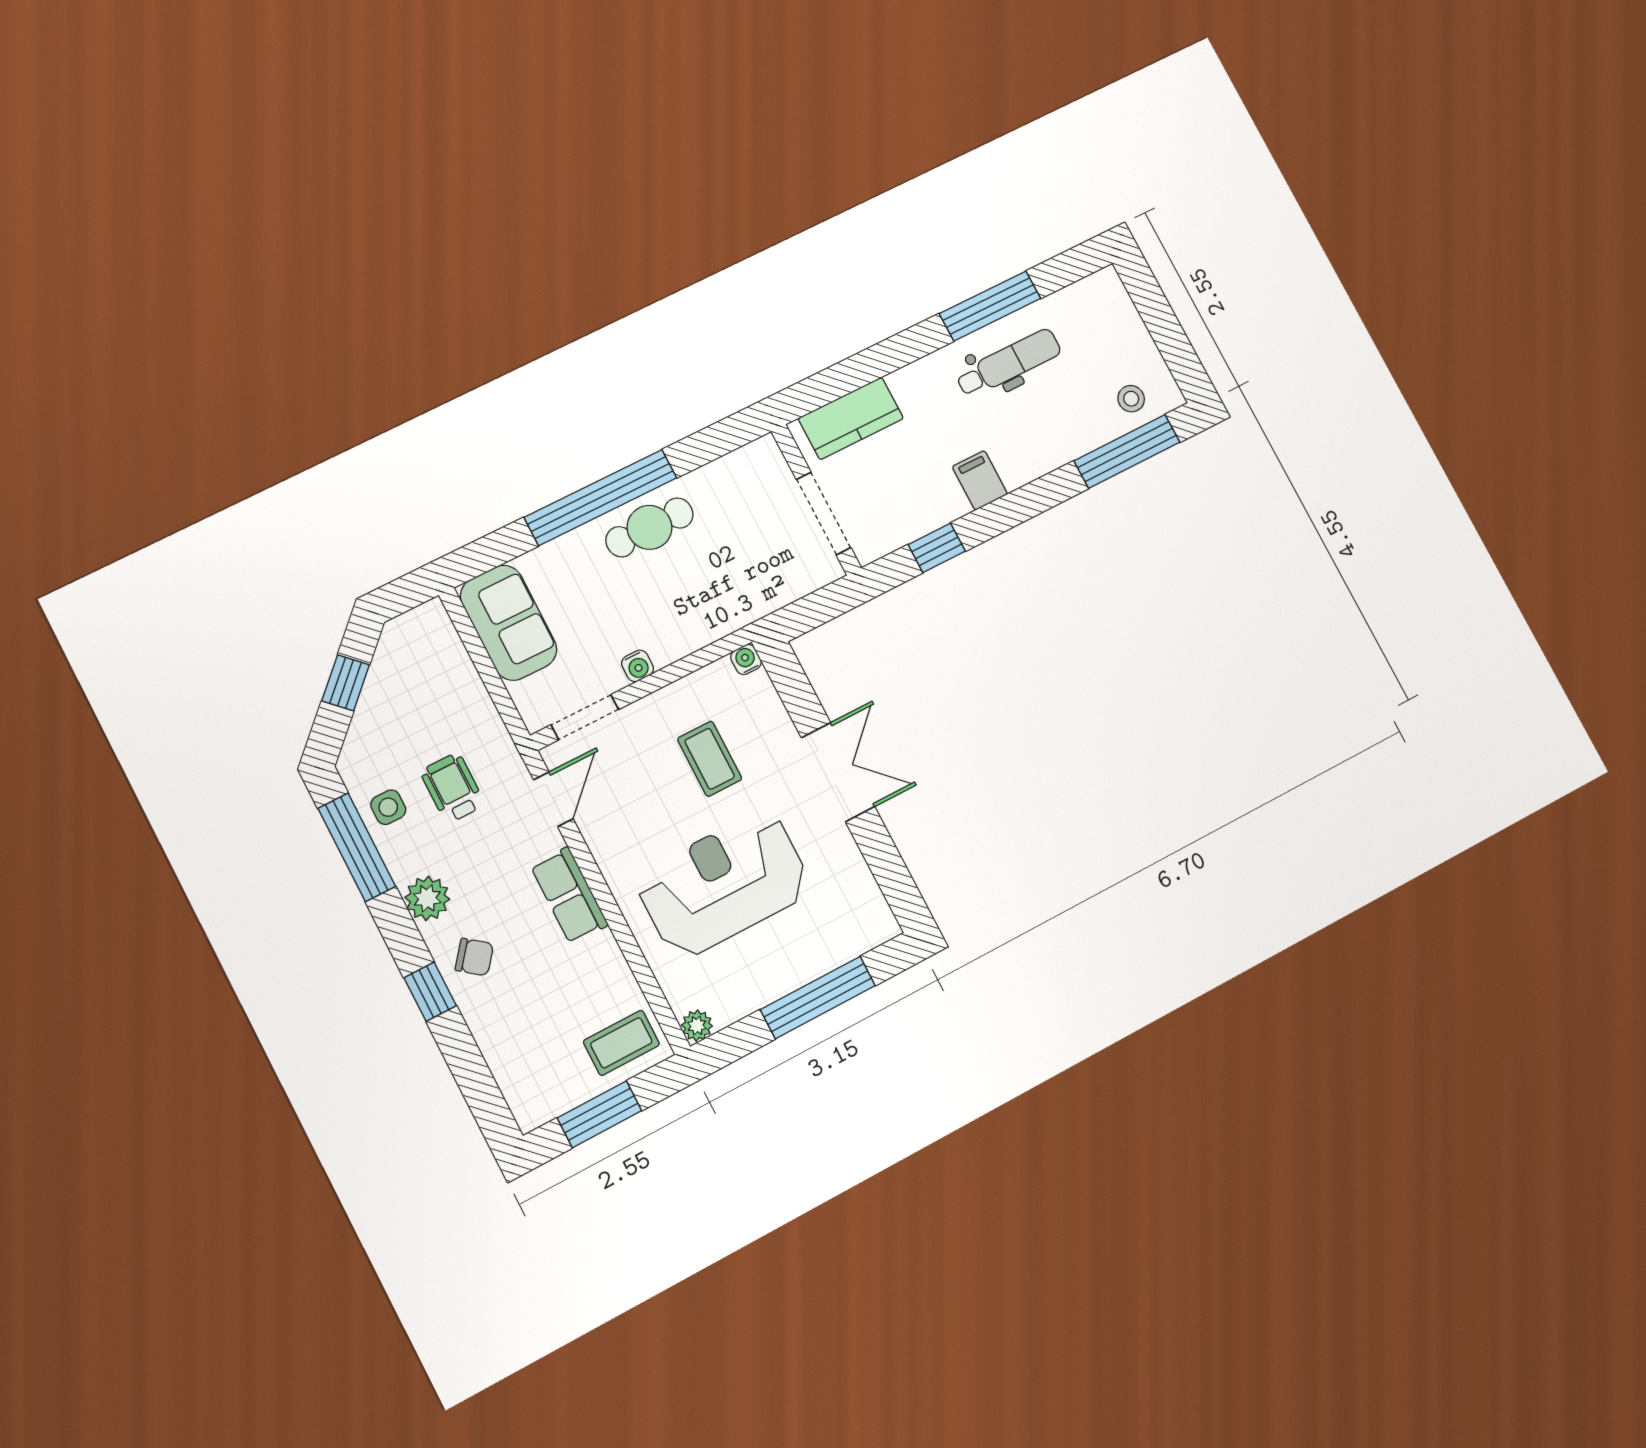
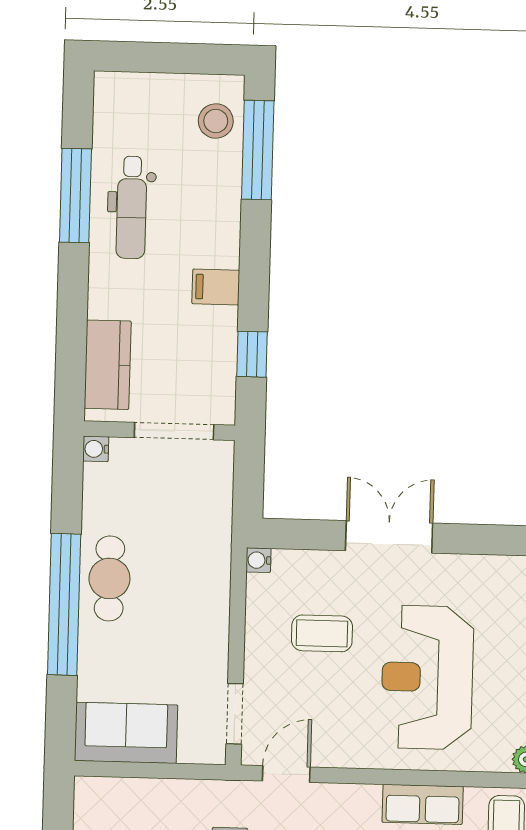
dental chair: (1009, 363) -> (131, 207), turned 180
stool: (1131, 399) -> (216, 121), width x1.37, depth x1.37
water cooler: (638, 666) -> (96, 449), moved, turned 180
door: (553, 799) -> (286, 774), hinge flipped
row of seats: (569, 895) -> (423, 804), moved

